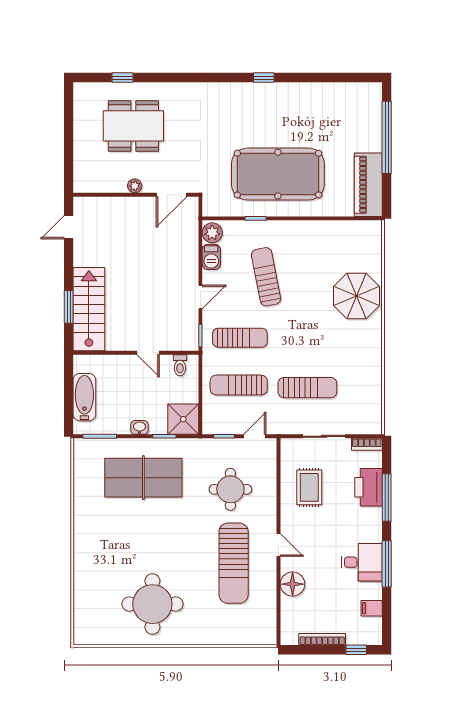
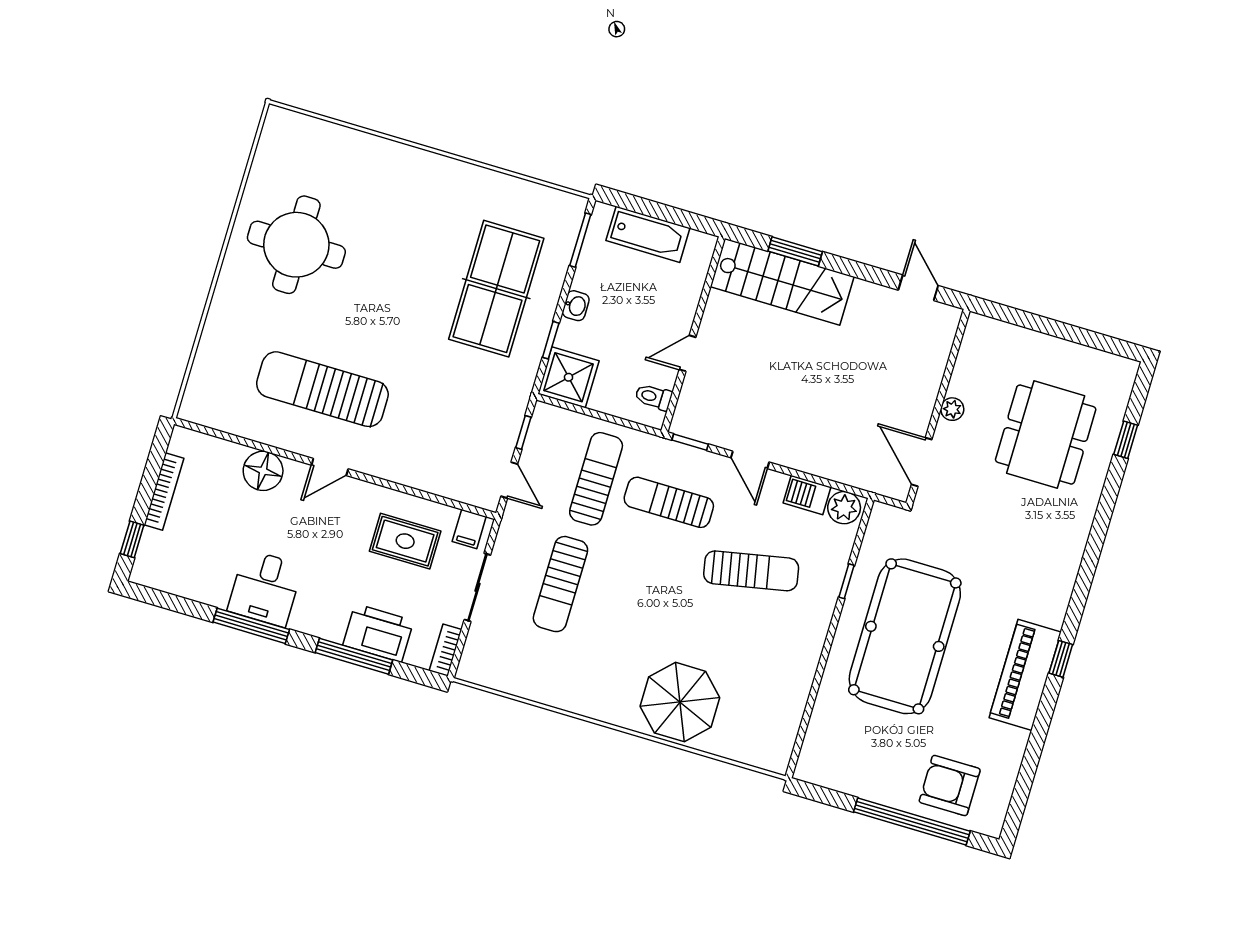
armchair: (359, 121) -> (950, 786), added
piano: (368, 185) -> (1025, 675), moved, turned -90
sun lounger: (240, 338) -> (669, 502), turned 90
round table: (230, 489) -> (438, 418), removed
filing cabinet: (372, 608) -> (469, 529), moved, turned 180

